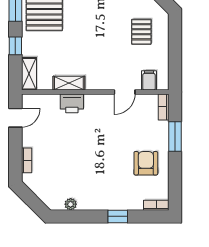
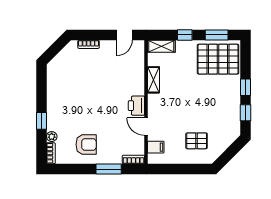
printer: (72, 103) -> (136, 106), moved
door: (15, 118) -> (124, 35), hinge flipped
plant: (71, 204) -> (52, 137), moved

